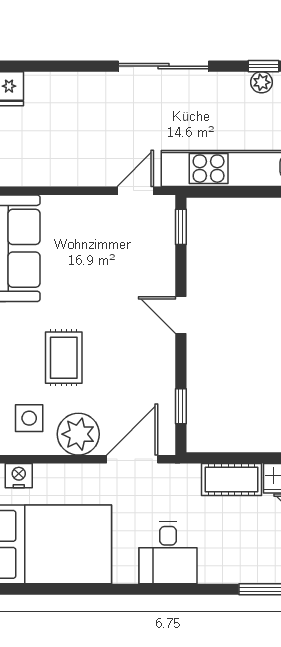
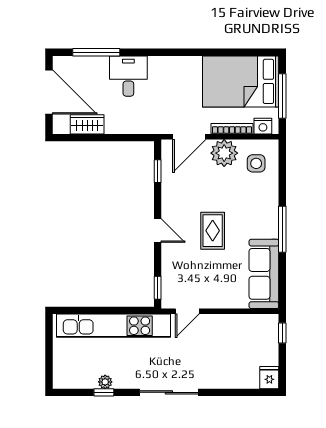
rug: (64, 358) -> (213, 231), moved
bookcase: (66, 471) -> (232, 129), added
cot: (232, 479) -> (125, 124), removed
desk: (168, 553) -> (128, 76), moved

